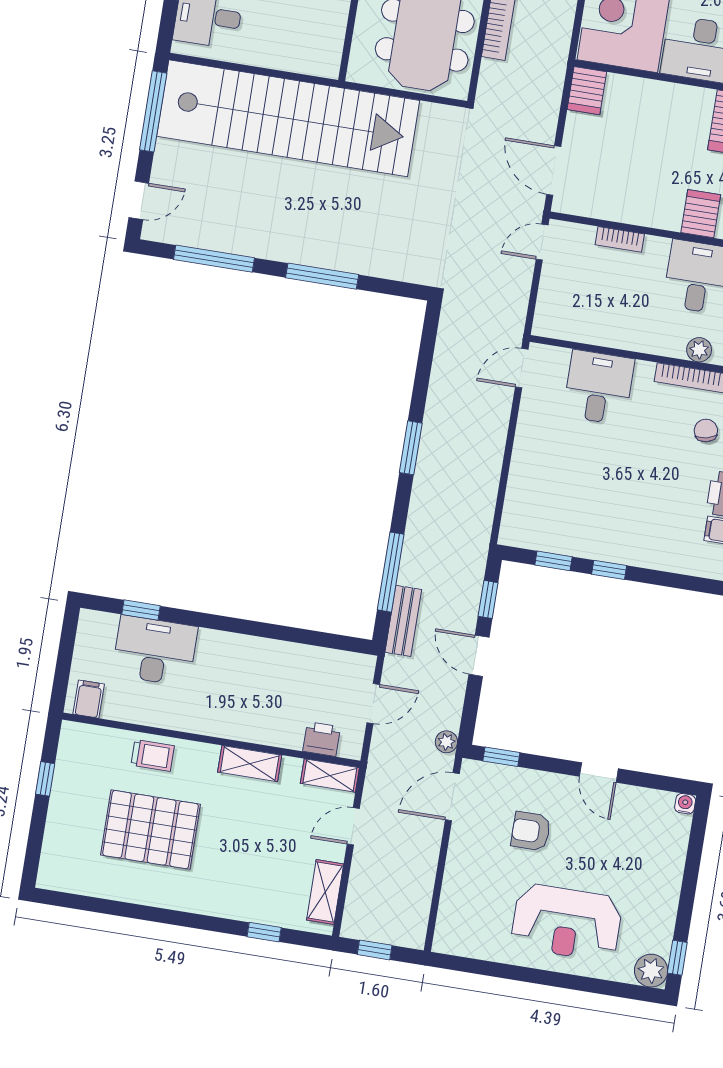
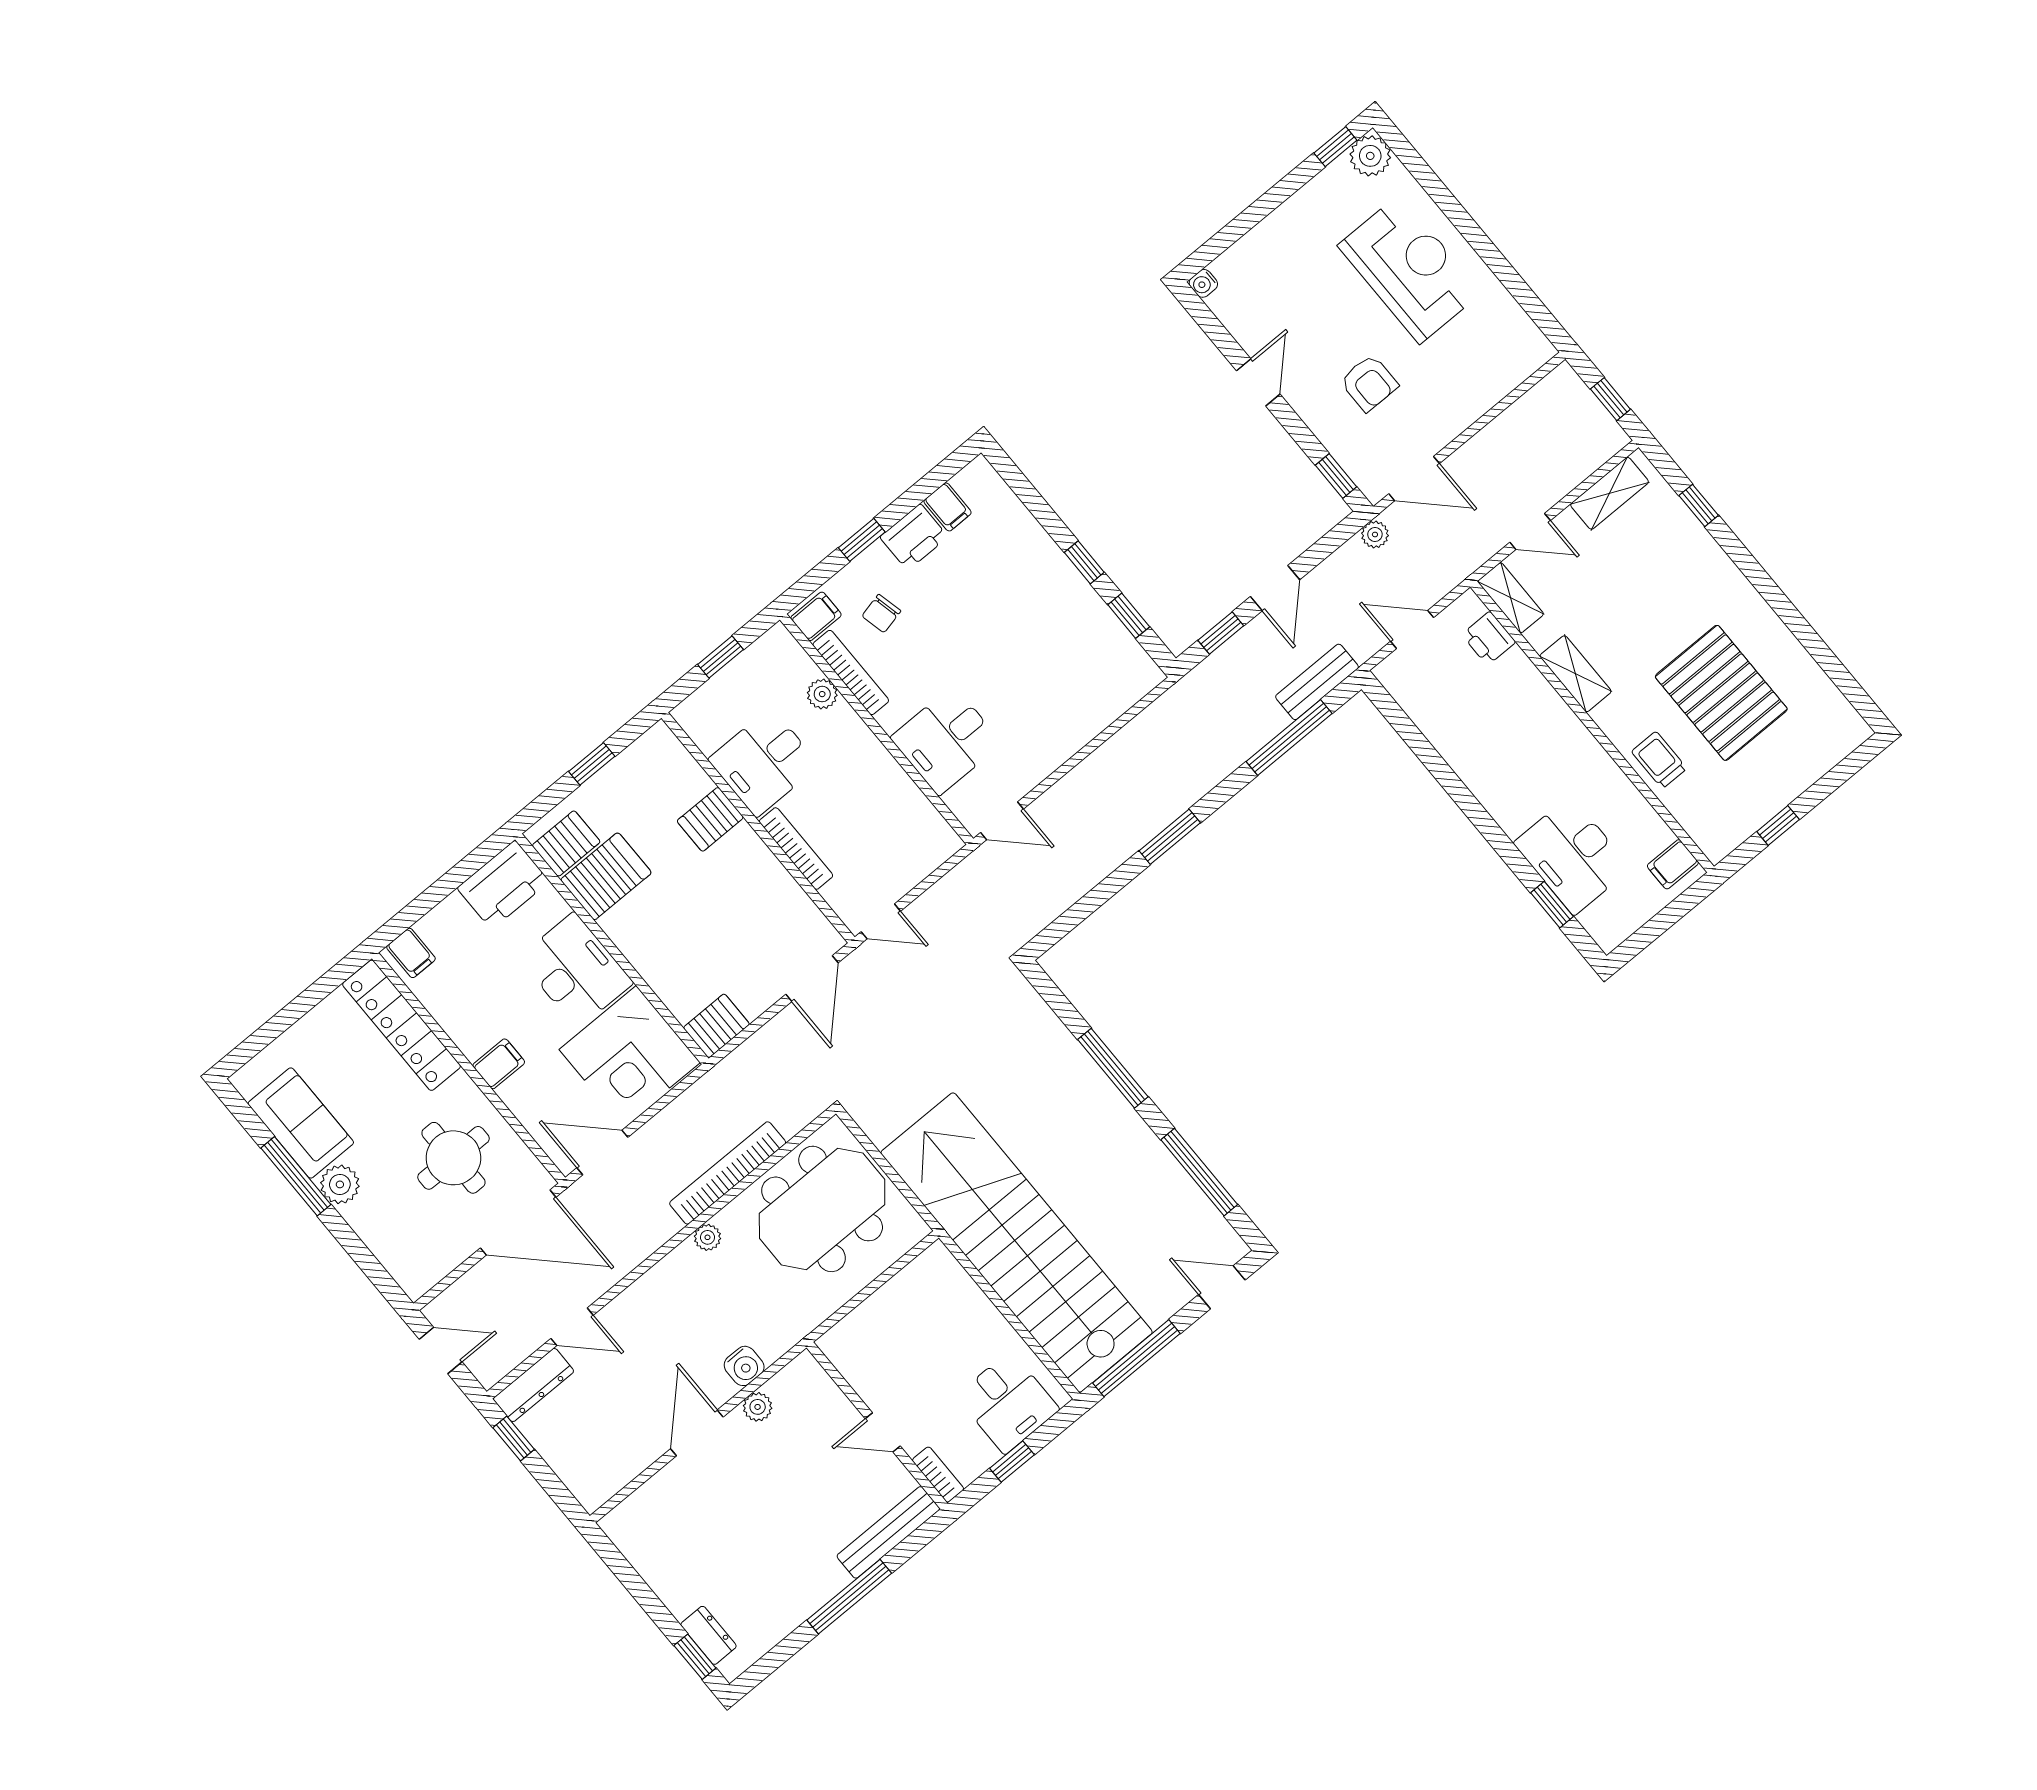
bookcase: (620, 239) -> (796, 849), width x1.56

